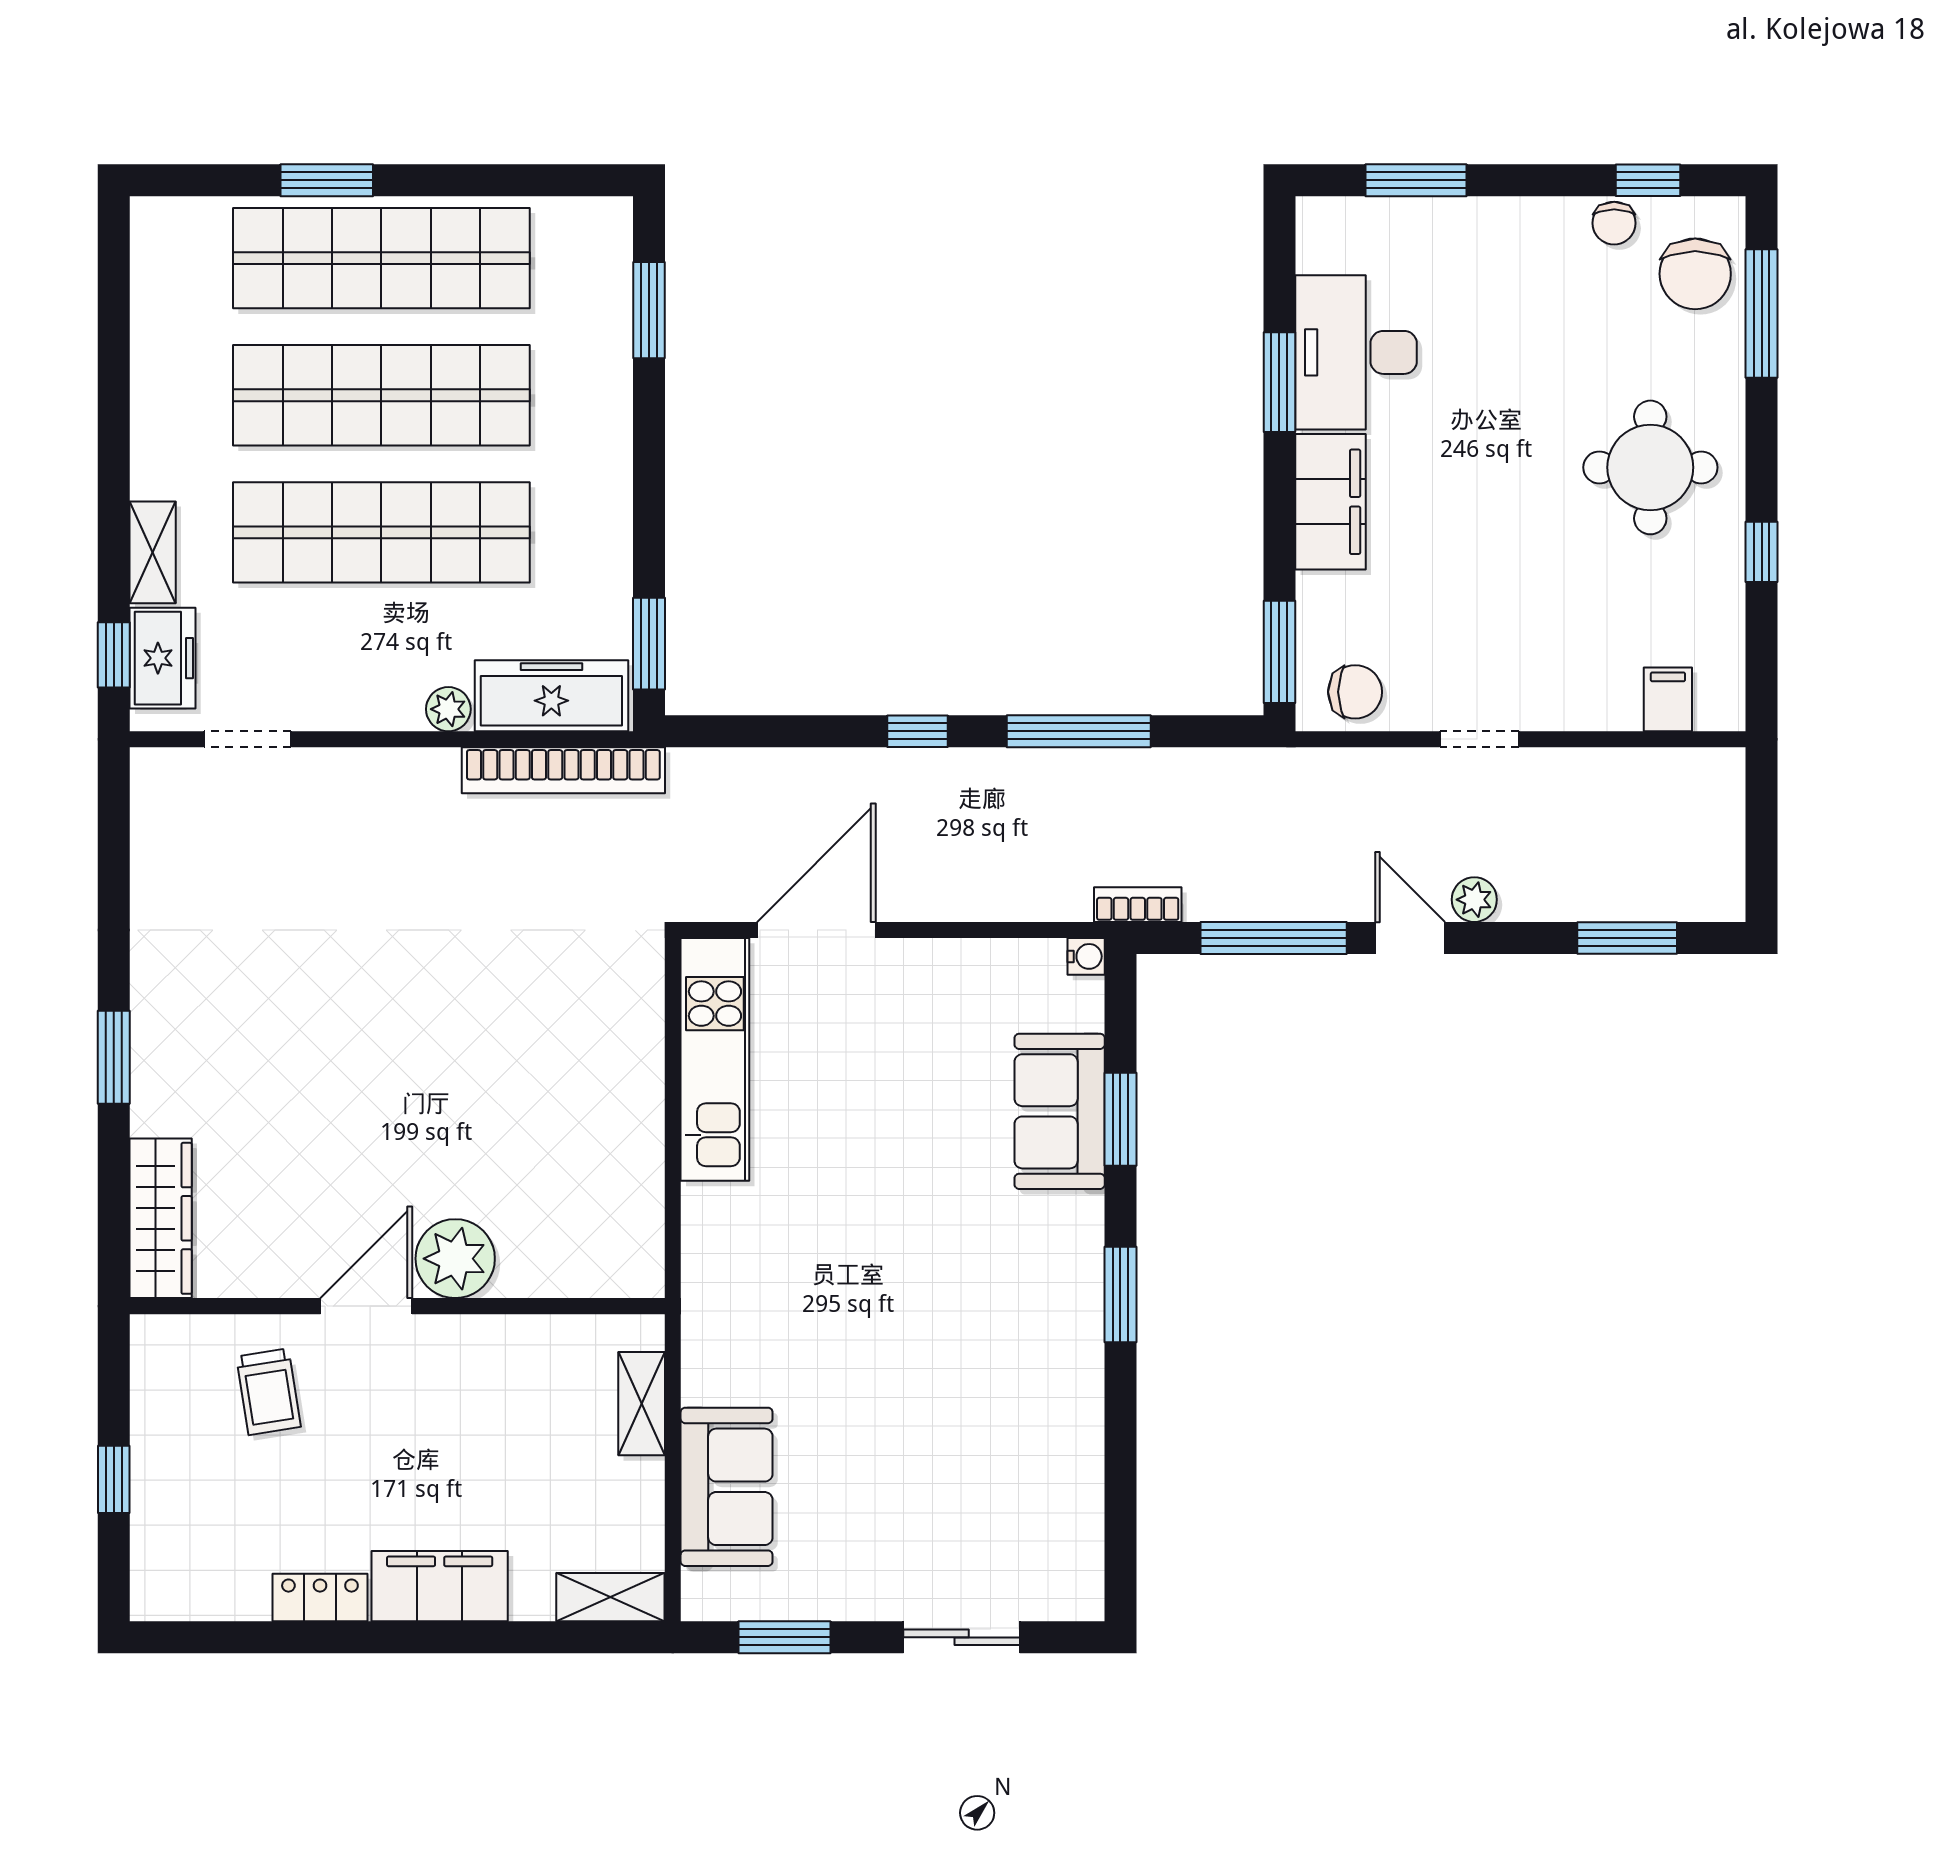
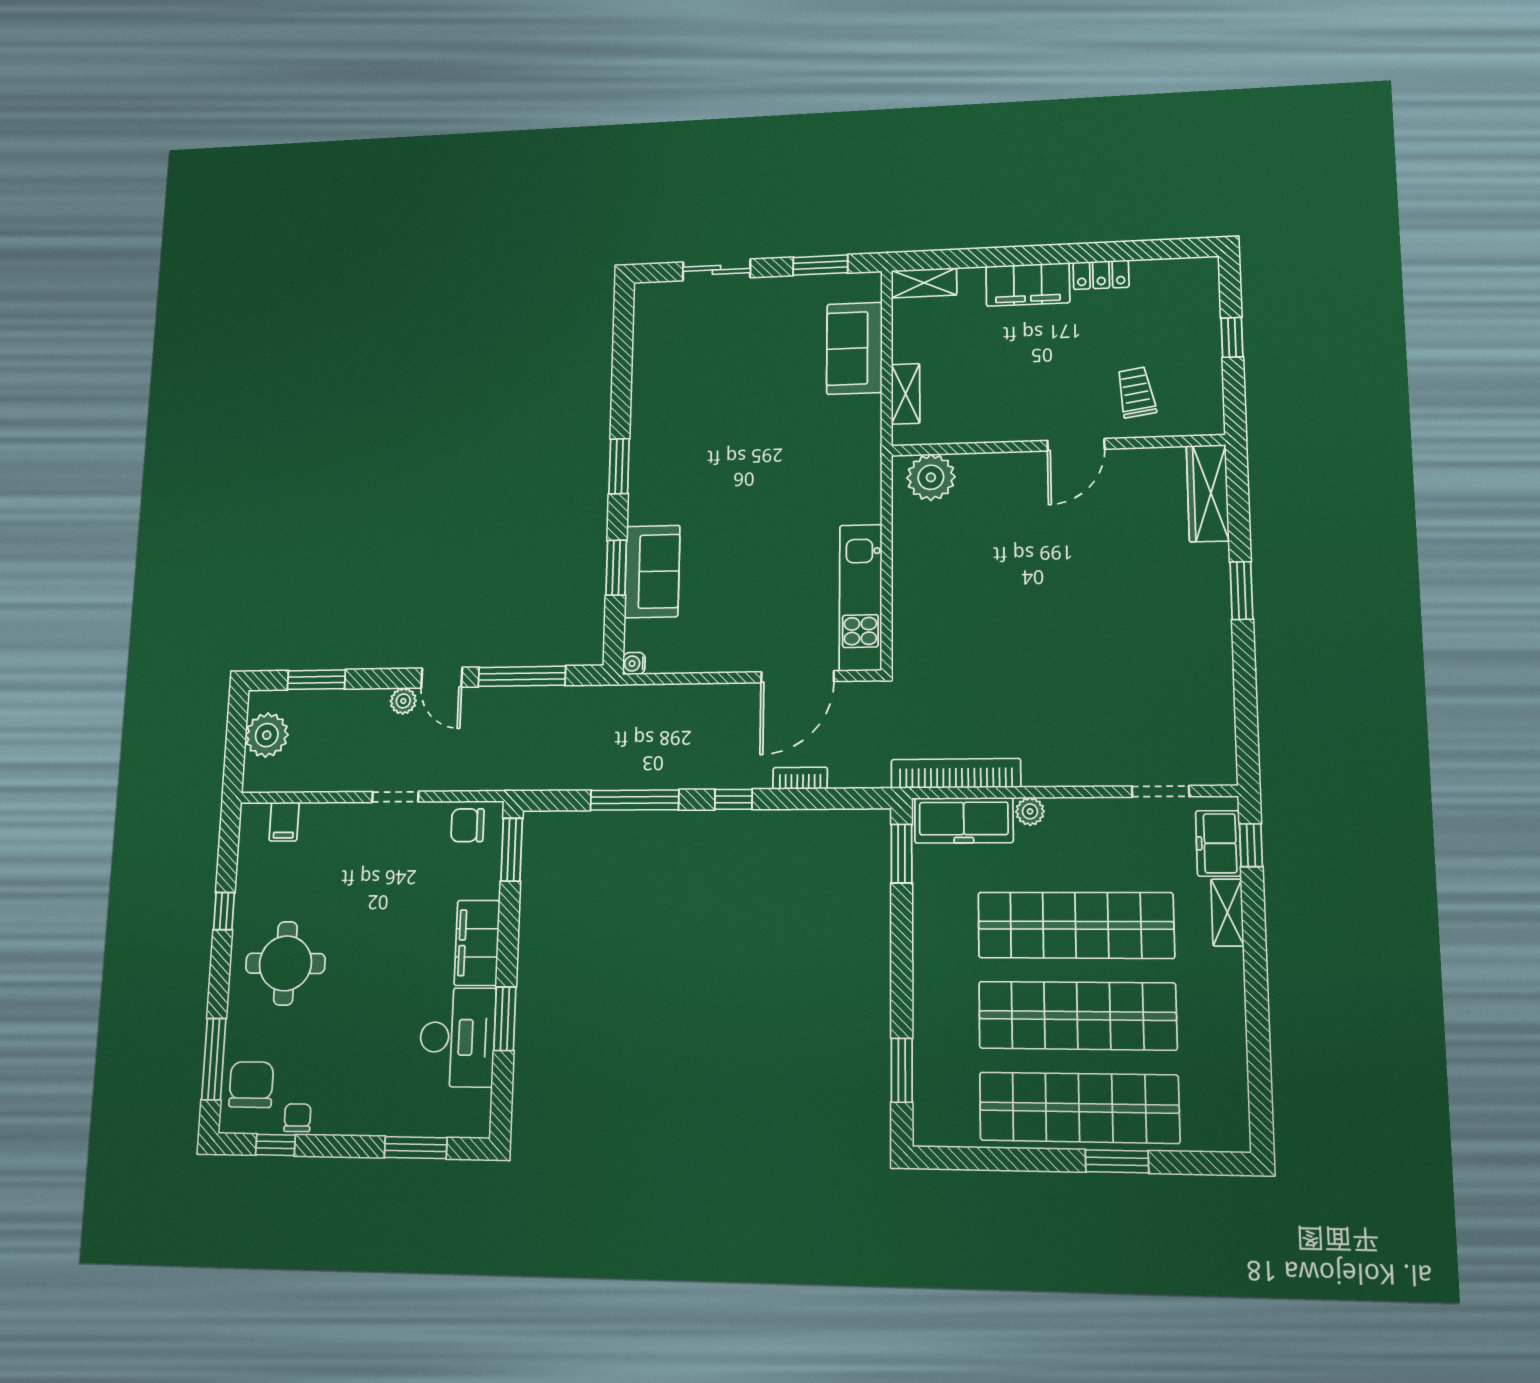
plant: (1708, 845) -> (267, 735), added
bookcase: (1138, 905) -> (800, 778), moved, turned 180
plant: (455, 1259) -> (931, 477), moved

